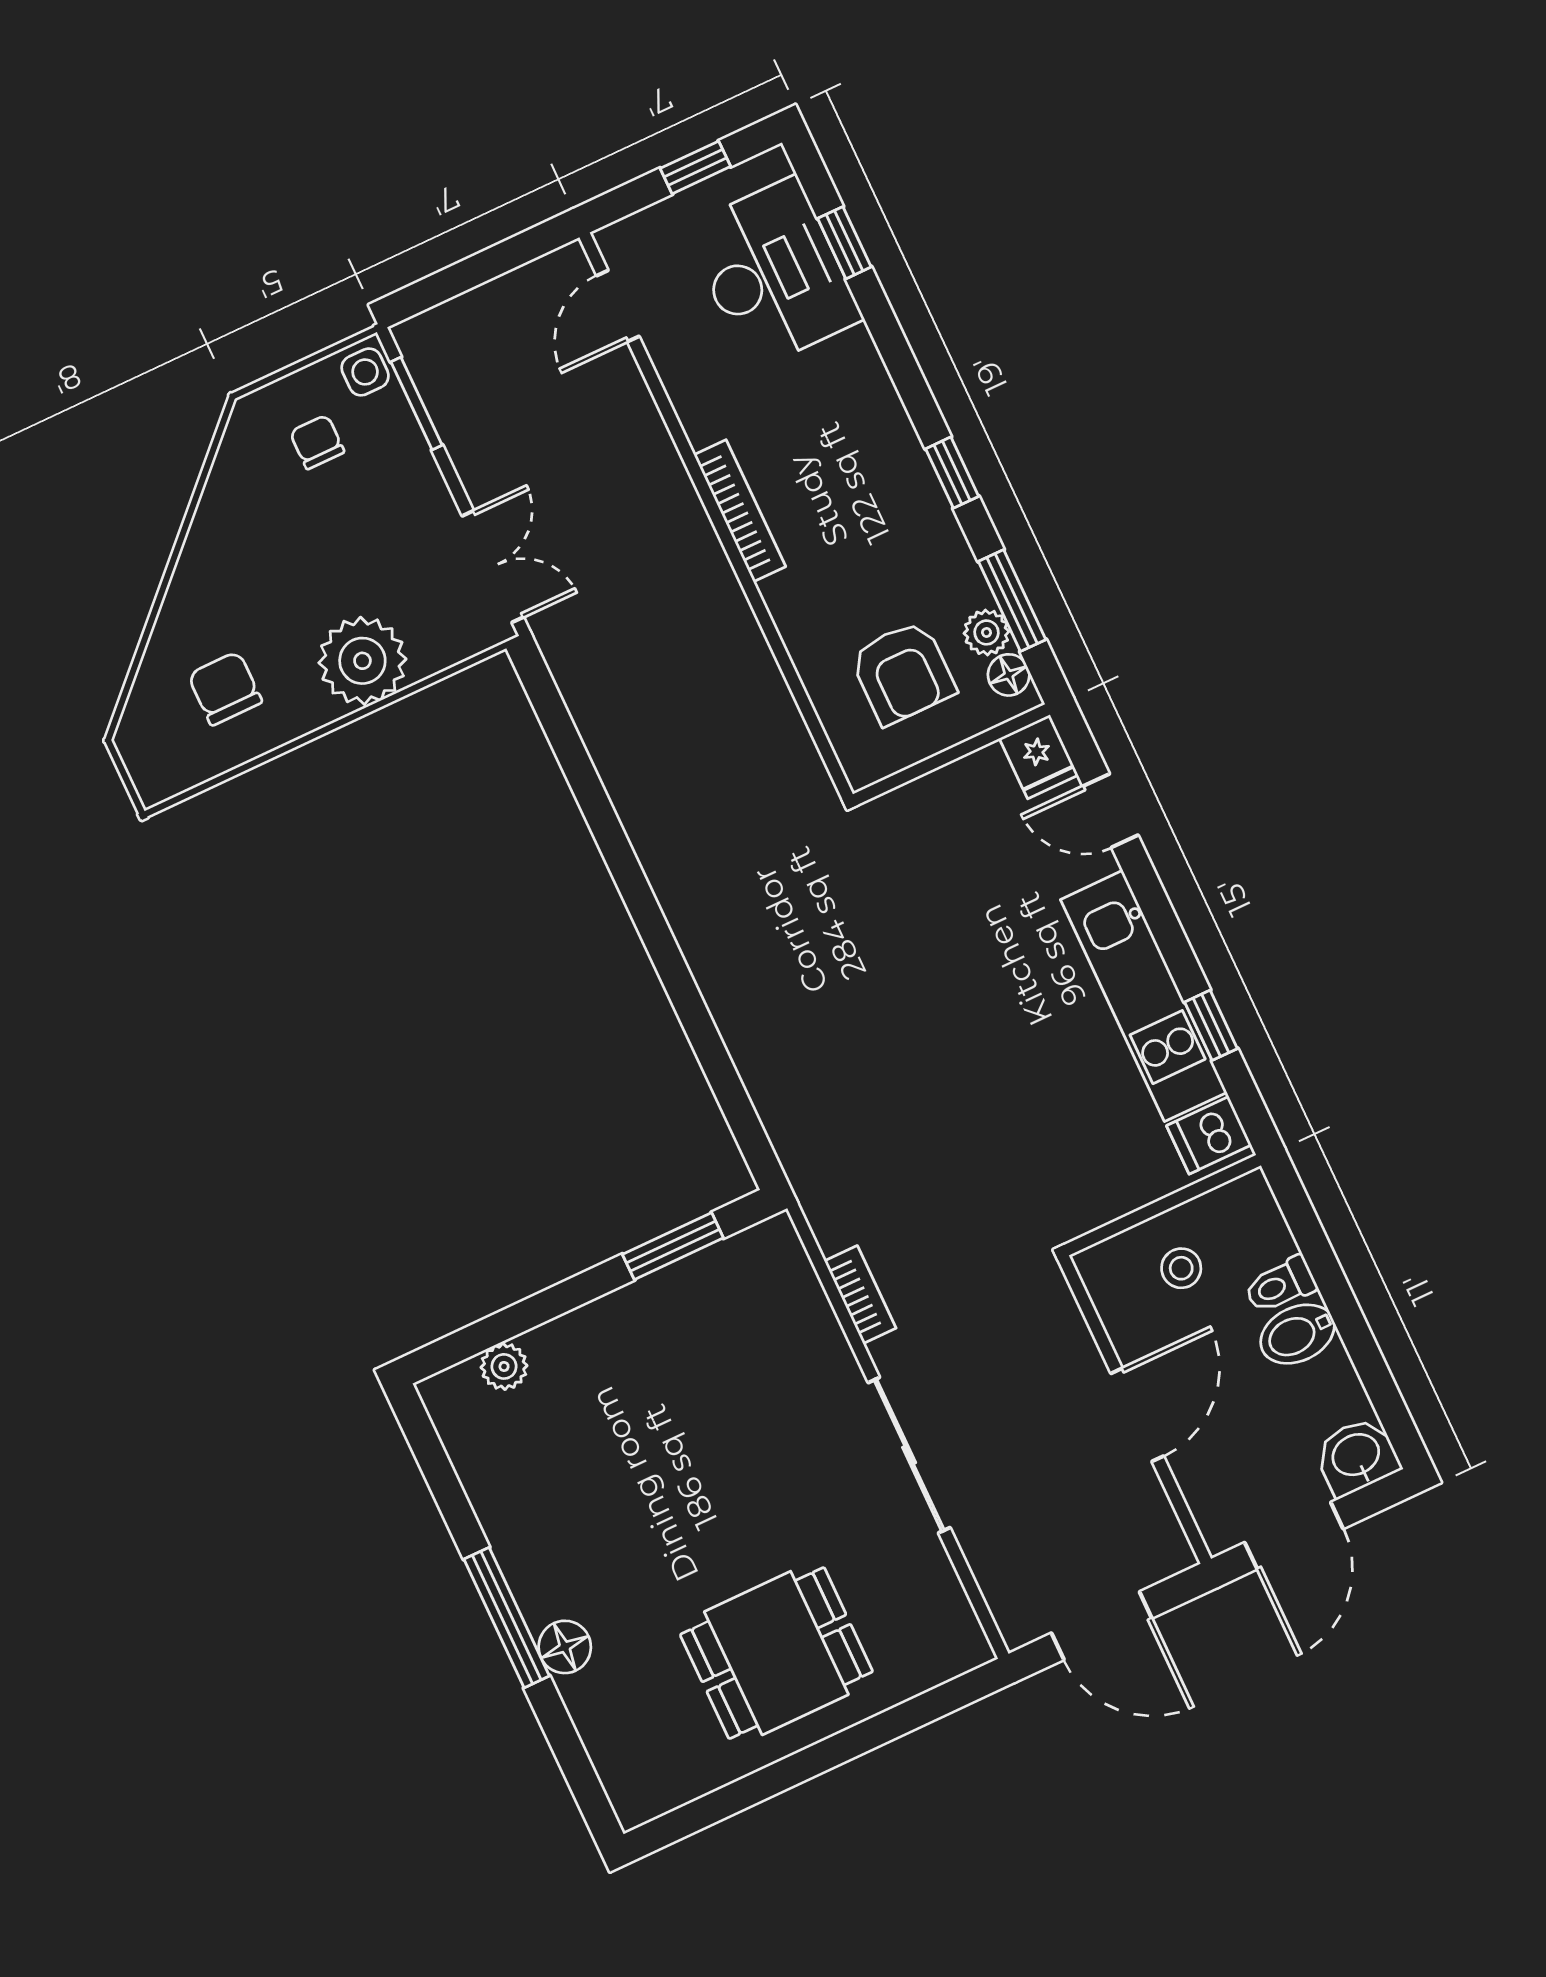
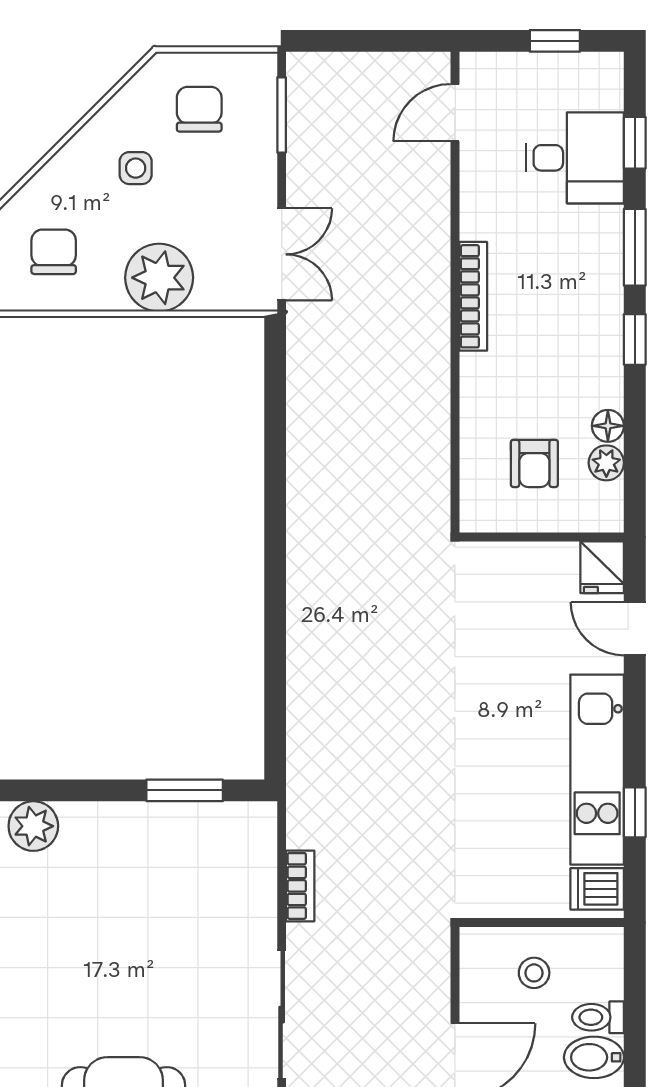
desk: (773, 273) -> (575, 158), width x0.73
side table: (365, 372) -> (136, 168), moved
chair: (317, 442) -> (199, 109), width x1.37, depth x1.37
window: (1012, 601) -> (635, 247), moved
armchair: (903, 673) -> (534, 463), width x0.72, depth x0.72
floor lamp: (1009, 675) -> (608, 426), moved
plant: (504, 1366) -> (33, 826), width x1.38, depth x1.38

